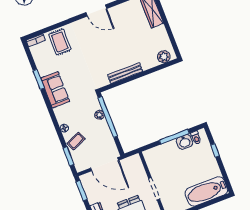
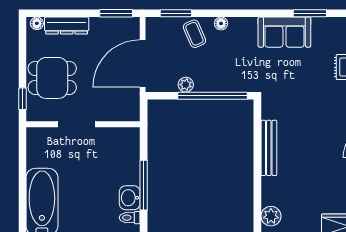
plant: (99, 115) -> (186, 85), moved

